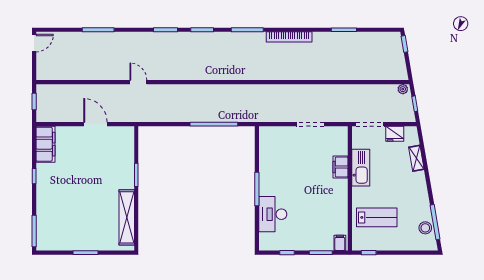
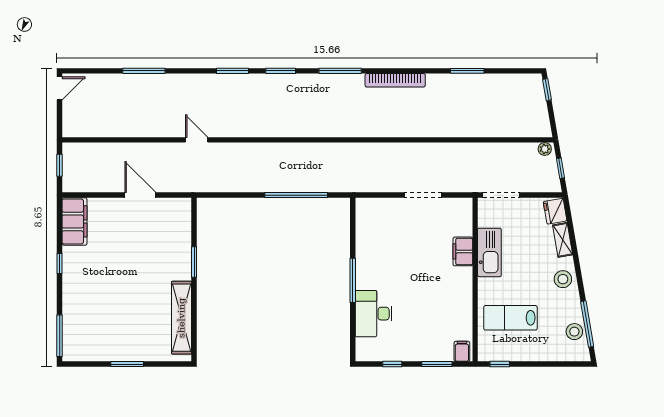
fridge: (395, 134) -> (555, 211), moved, turned 80
stool: (417, 188) -> (563, 279), added
lab bench: (377, 217) -> (510, 318), turned 180

